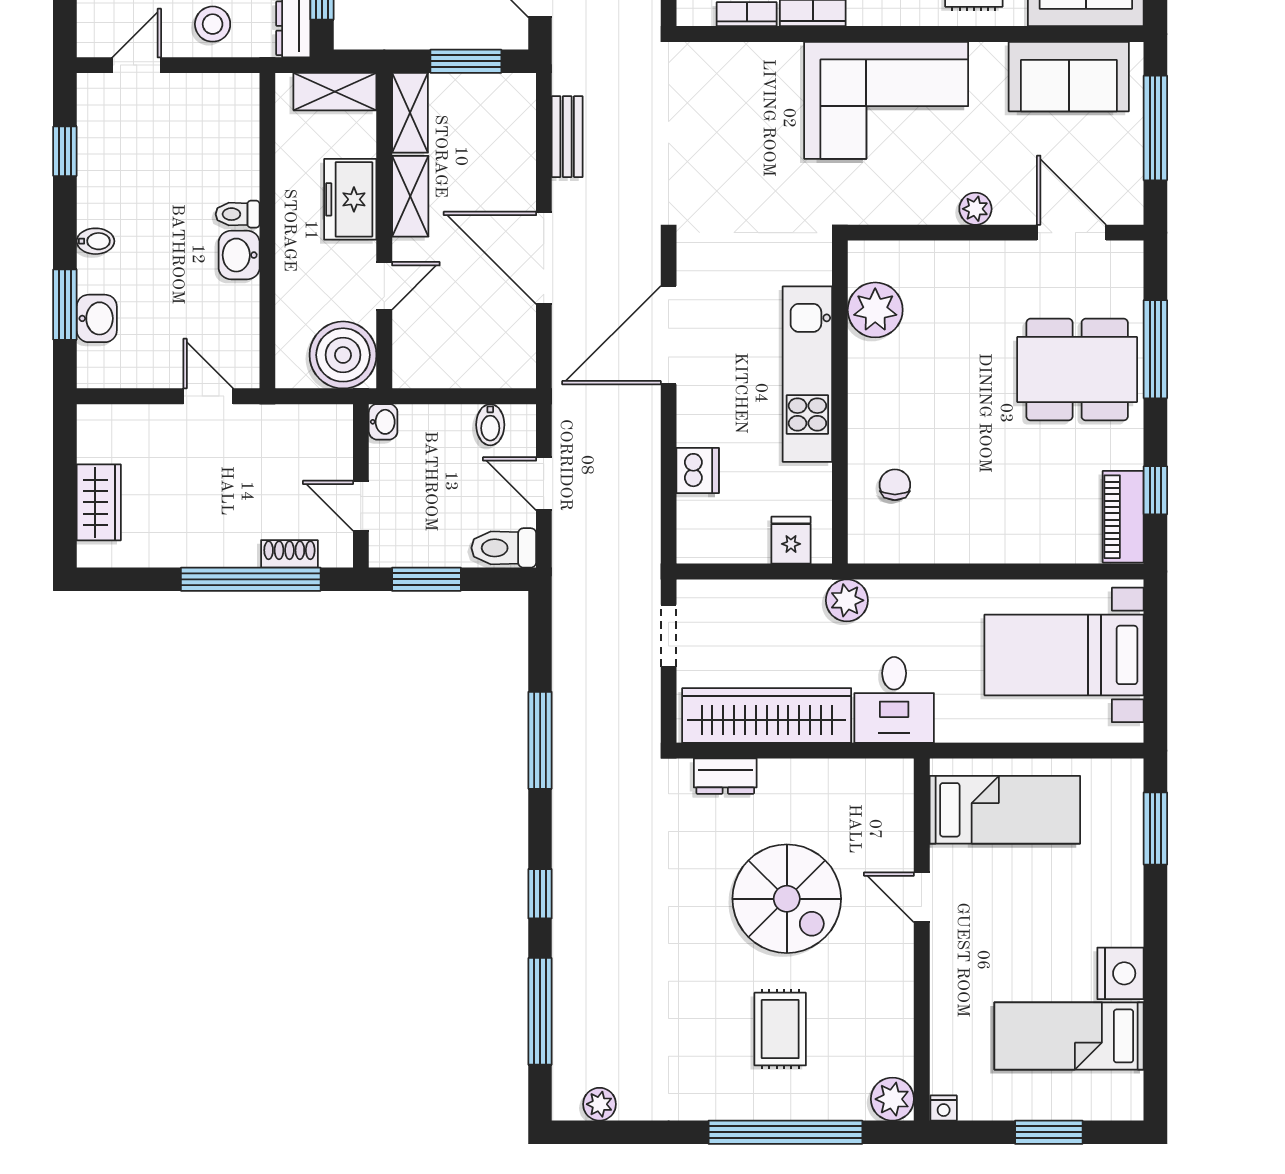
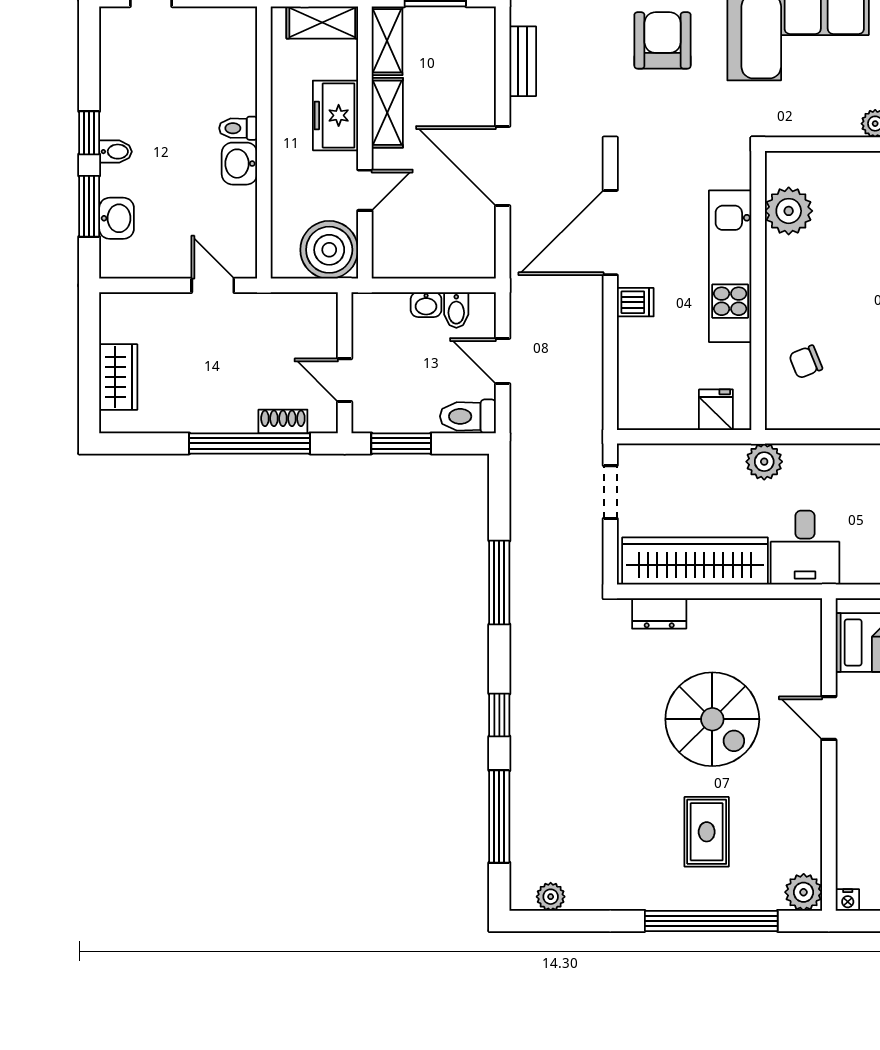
armchair: (729, 112) -> (663, 40), added
window: (65, 151) -> (89, 133), moved
washbasin: (383, 422) -> (426, 305), moved, turned 90
dishwasher: (698, 470) -> (635, 302), moved, width x0.73
chair: (895, 485) -> (806, 362), turned -112

